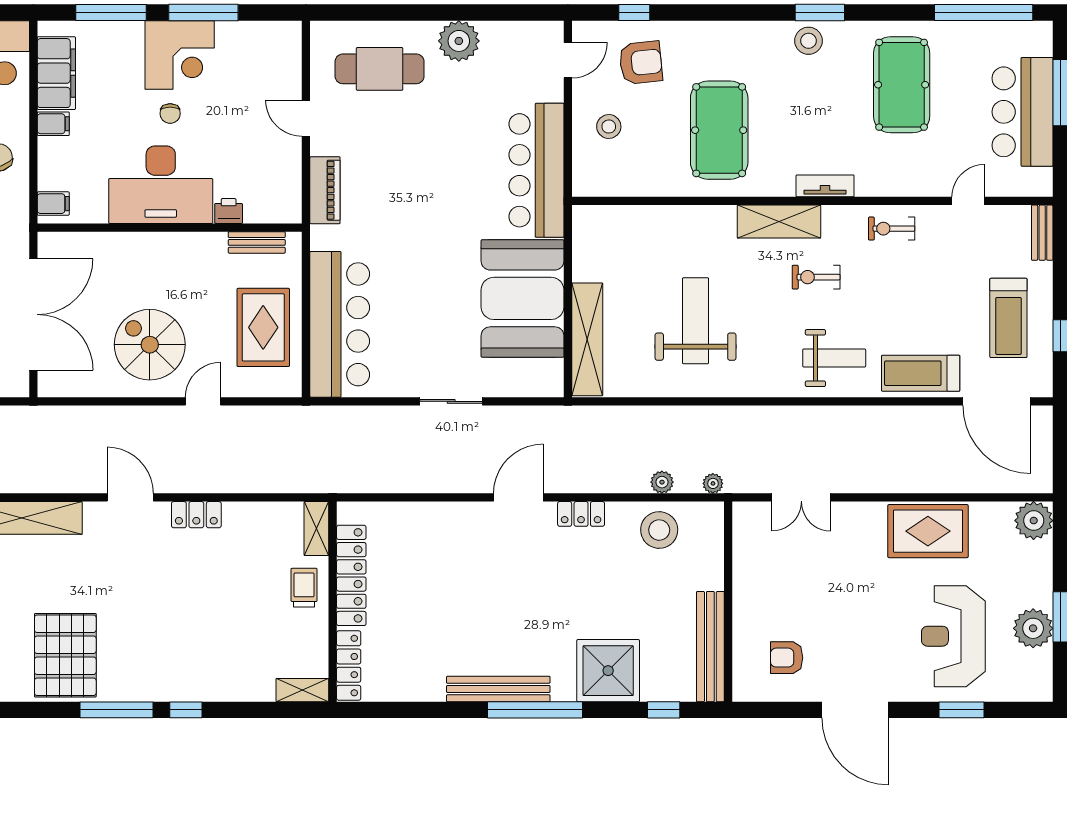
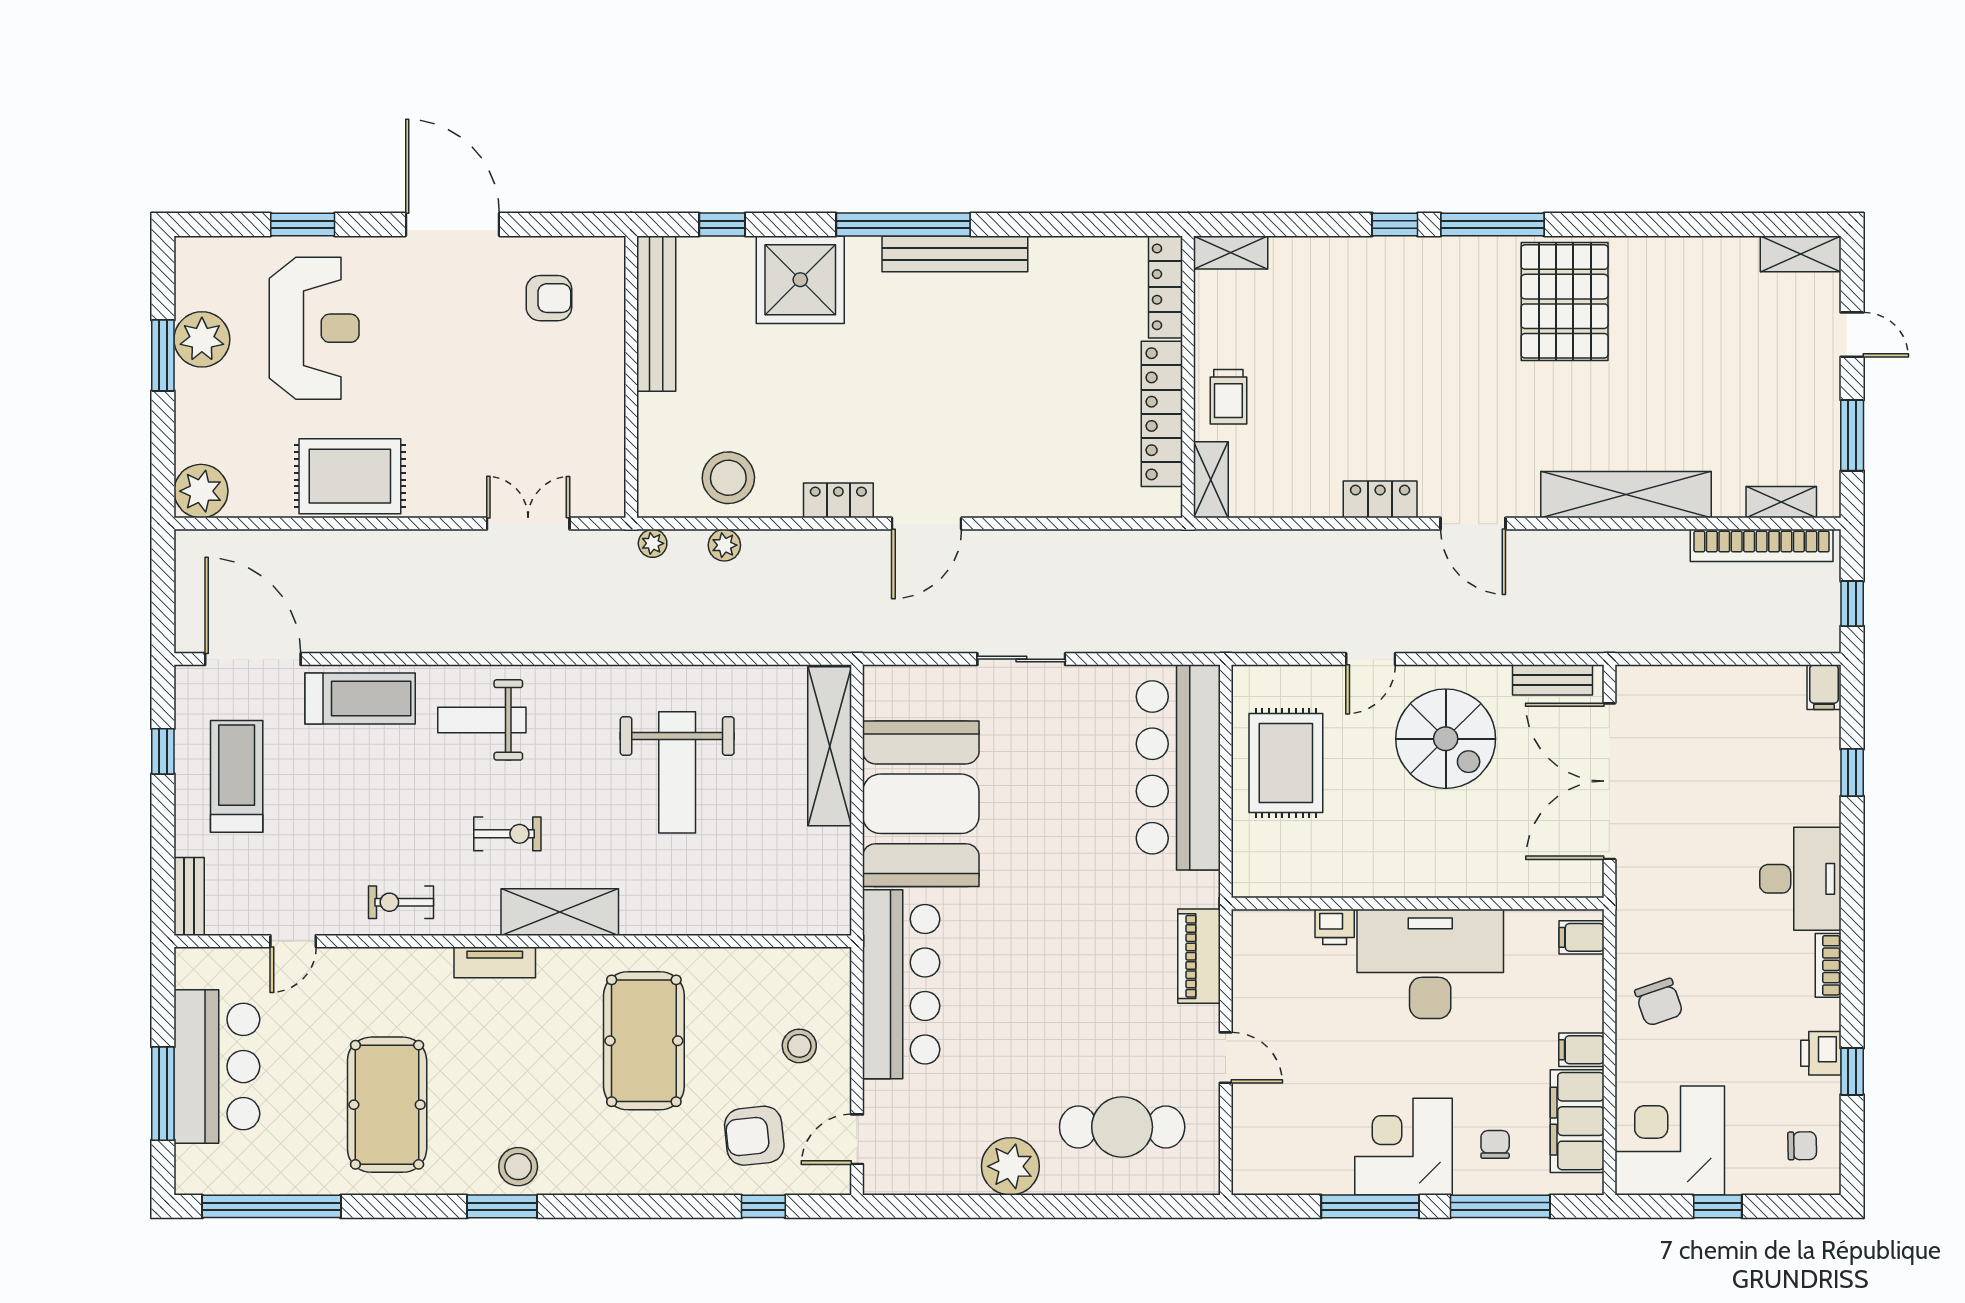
chair: (170, 113) -> (1495, 1144), moved
exercise bike: (892, 229) -> (401, 902), turned 180
bench: (257, 242) -> (1552, 680), moved

